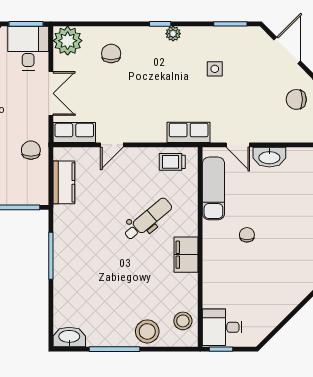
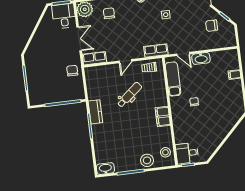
door: (112, 145) -> (125, 61), moved
kitchen counter: (64, 182) -> (95, 112), moved
dental chair: (148, 219) -> (130, 95), moved

